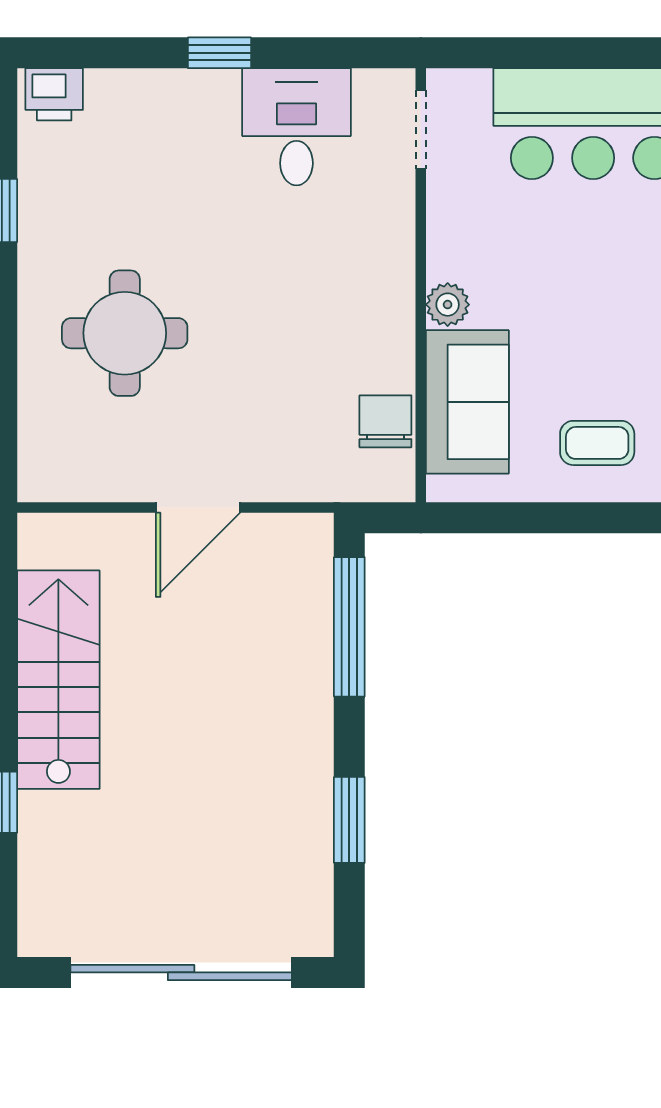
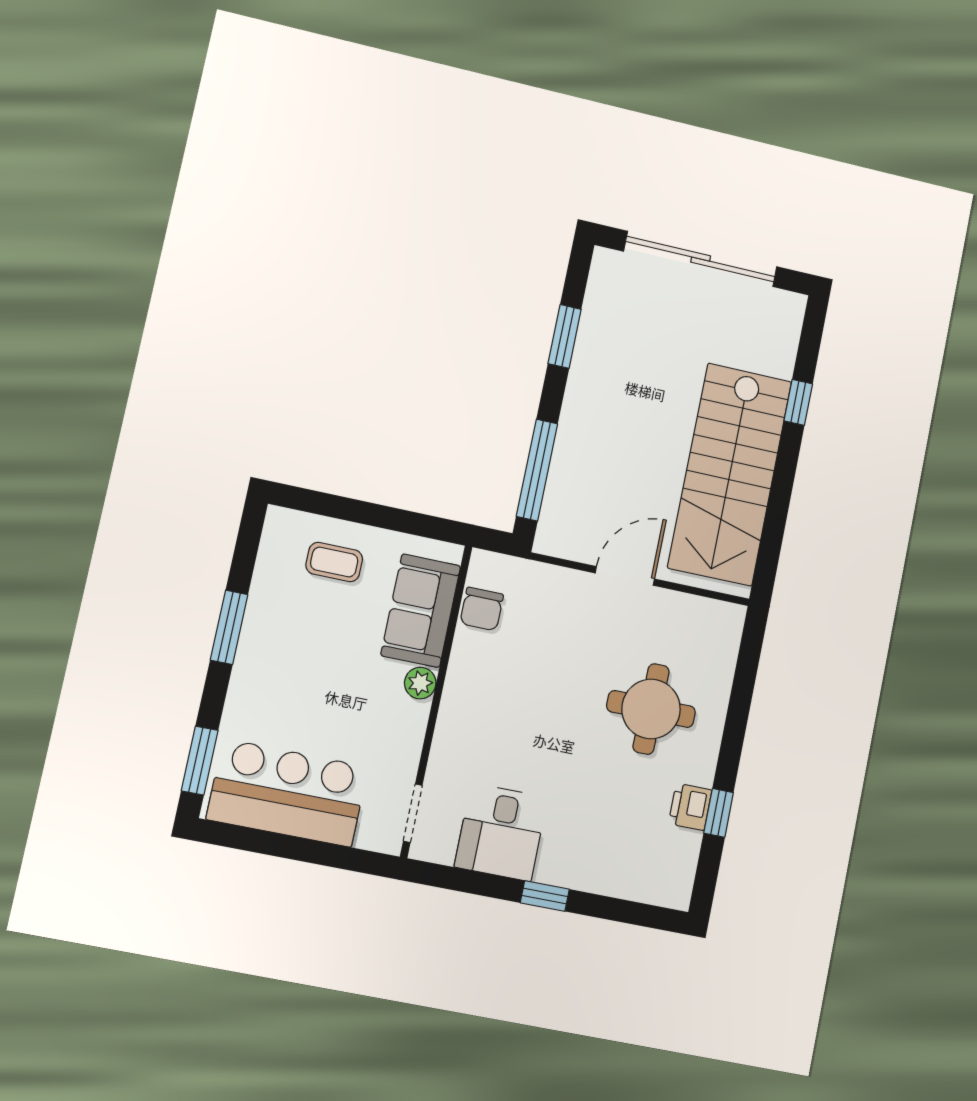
printer: (54, 94) -> (690, 807), moved, turned -90
stairs: (58, 680) -> (730, 474), width x1.36, depth x1.51

